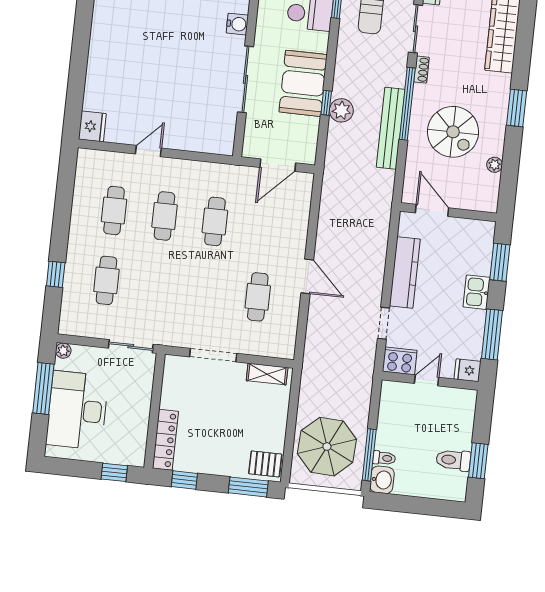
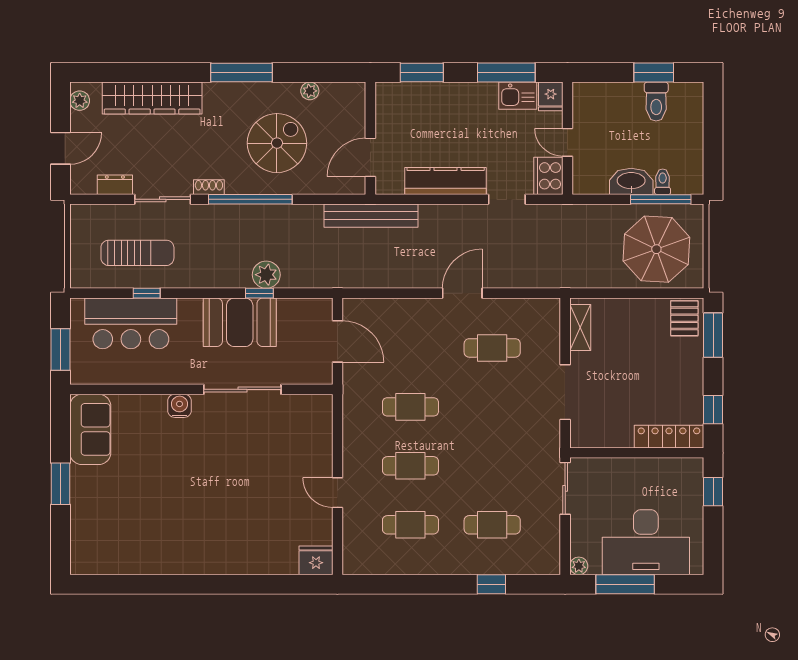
window: (517, 108) -> (241, 73), width x1.44
bench: (391, 128) -> (371, 216), moved
kitchen sink: (477, 292) -> (518, 96), moved
washbasin: (382, 480) -> (631, 181), moved, width x1.38

